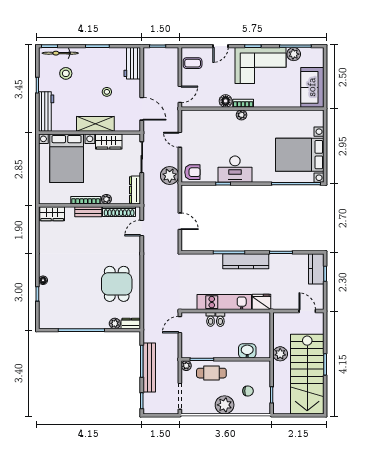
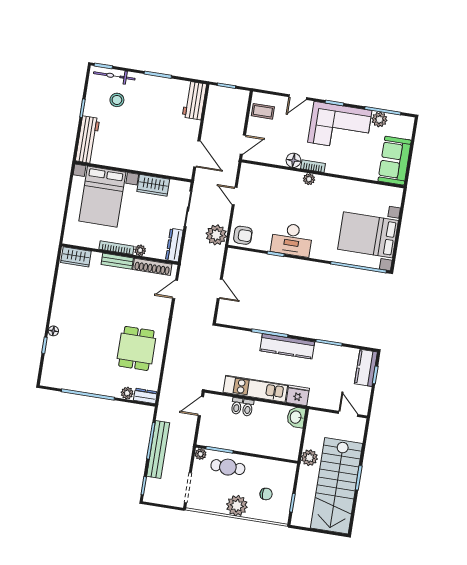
stool: (107, 92) -> (160, 128), removed
shelving: (95, 124) -> (141, 163), removed
washbasin: (247, 351) -> (296, 417), moved, turned -90

